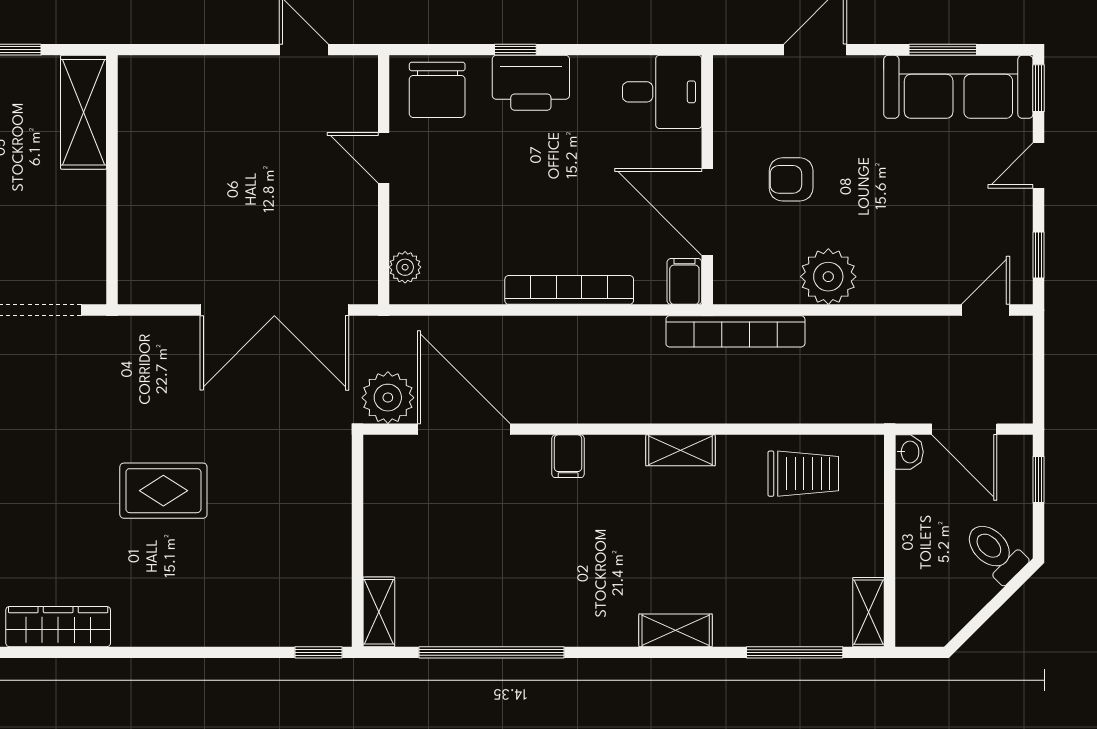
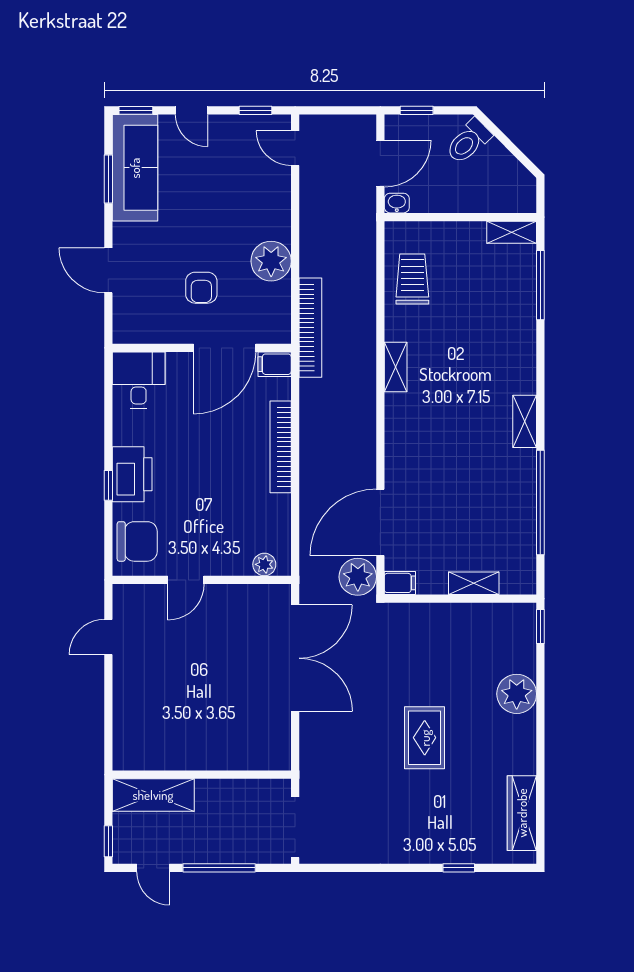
filing cabinet: (568, 456) -> (400, 583), moved
shelving: (379, 612) -> (474, 583), moved
plant: (225, 619) -> (517, 694), added
shelving: (676, 630) -> (525, 421), moved

